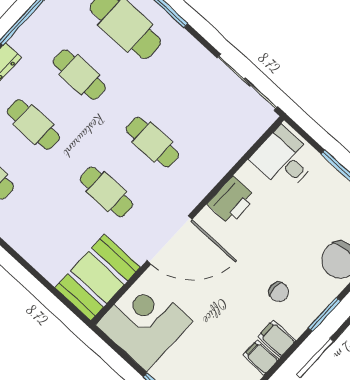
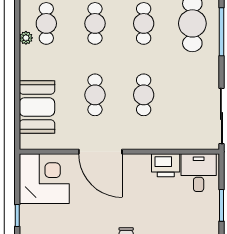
printer: (232, 201) -> (166, 165), moved
booth: (98, 277) -> (37, 107), moved, turned 90

